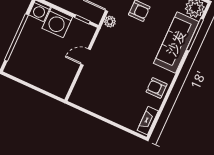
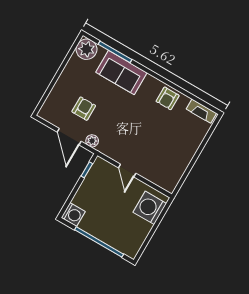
washing machine: (57, 23) -> (150, 208), moved, turned 180
sofa: (176, 43) -> (121, 73), width x0.73

